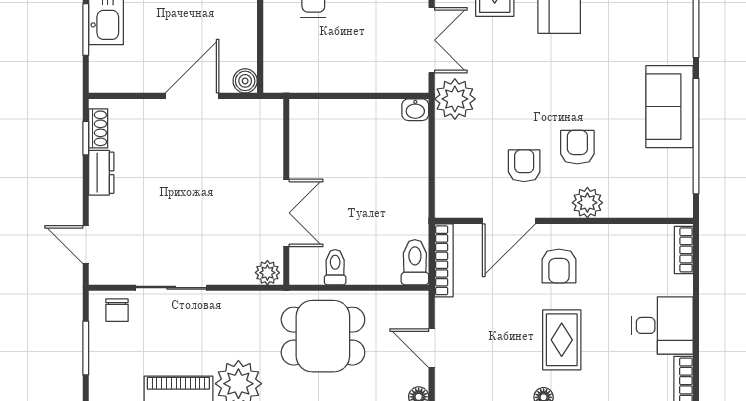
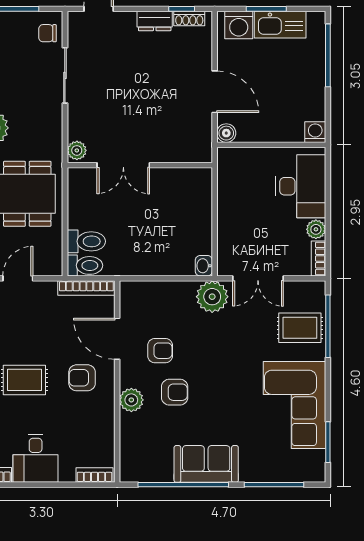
washing machine: (107, 65) -> (239, 25), added
toilet: (335, 267) -> (86, 241), moved, width x1.37, depth x1.39

